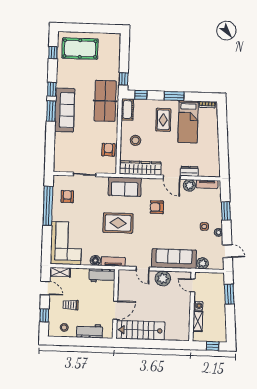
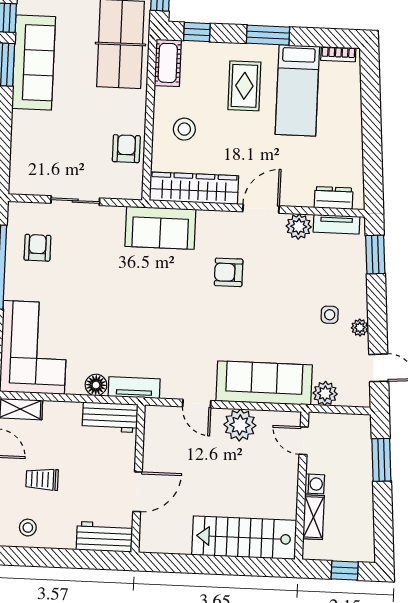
dresser: (189, 171) -> (334, 198), moved
door: (172, 177) -> (261, 209), swing flipped
window: (226, 211) -> (375, 254), moved
rug: (118, 223) -> (145, 305), removed
stairs: (140, 330) -> (244, 538), moved
workbench: (90, 331) -> (104, 537), moved

